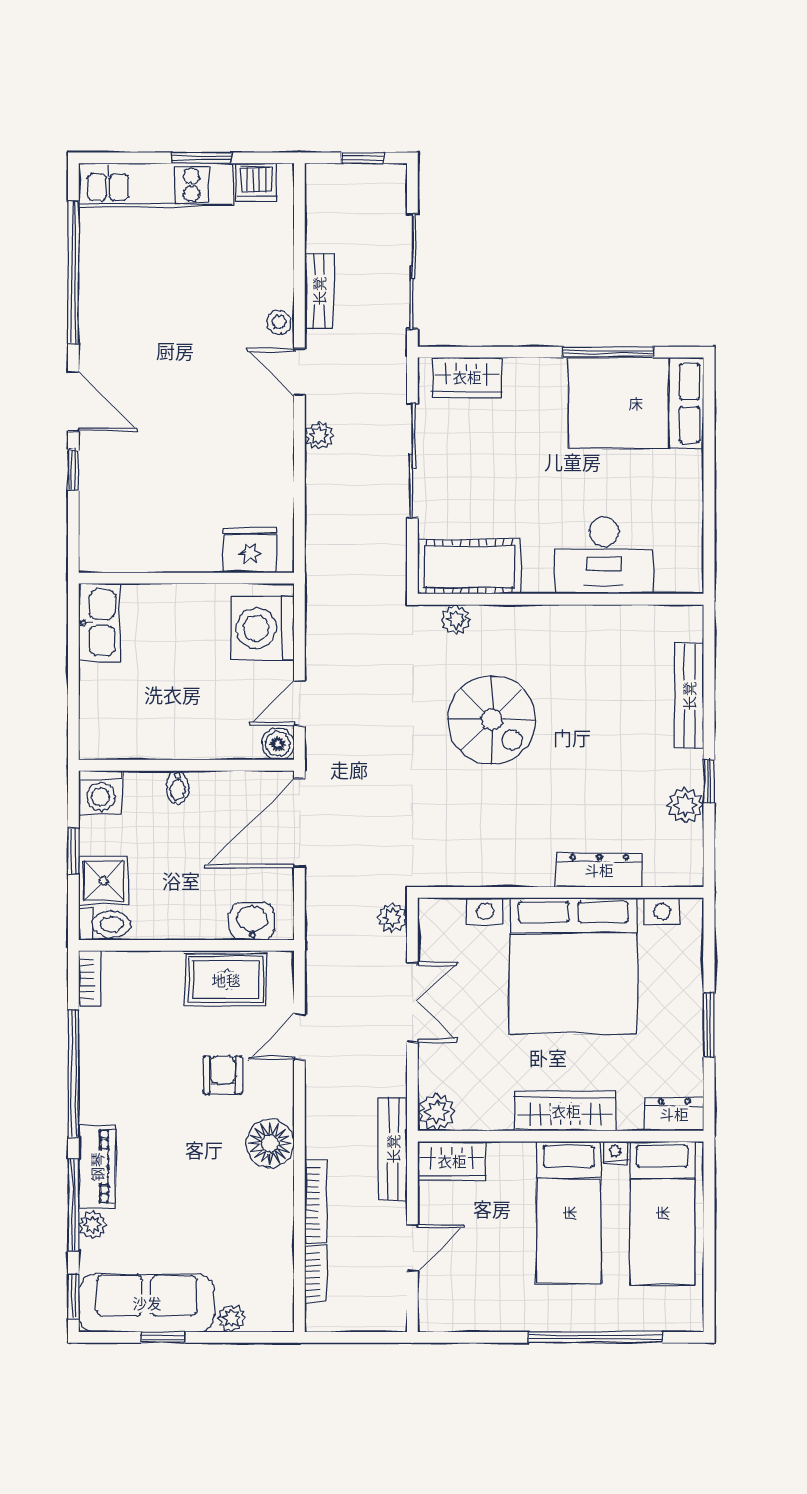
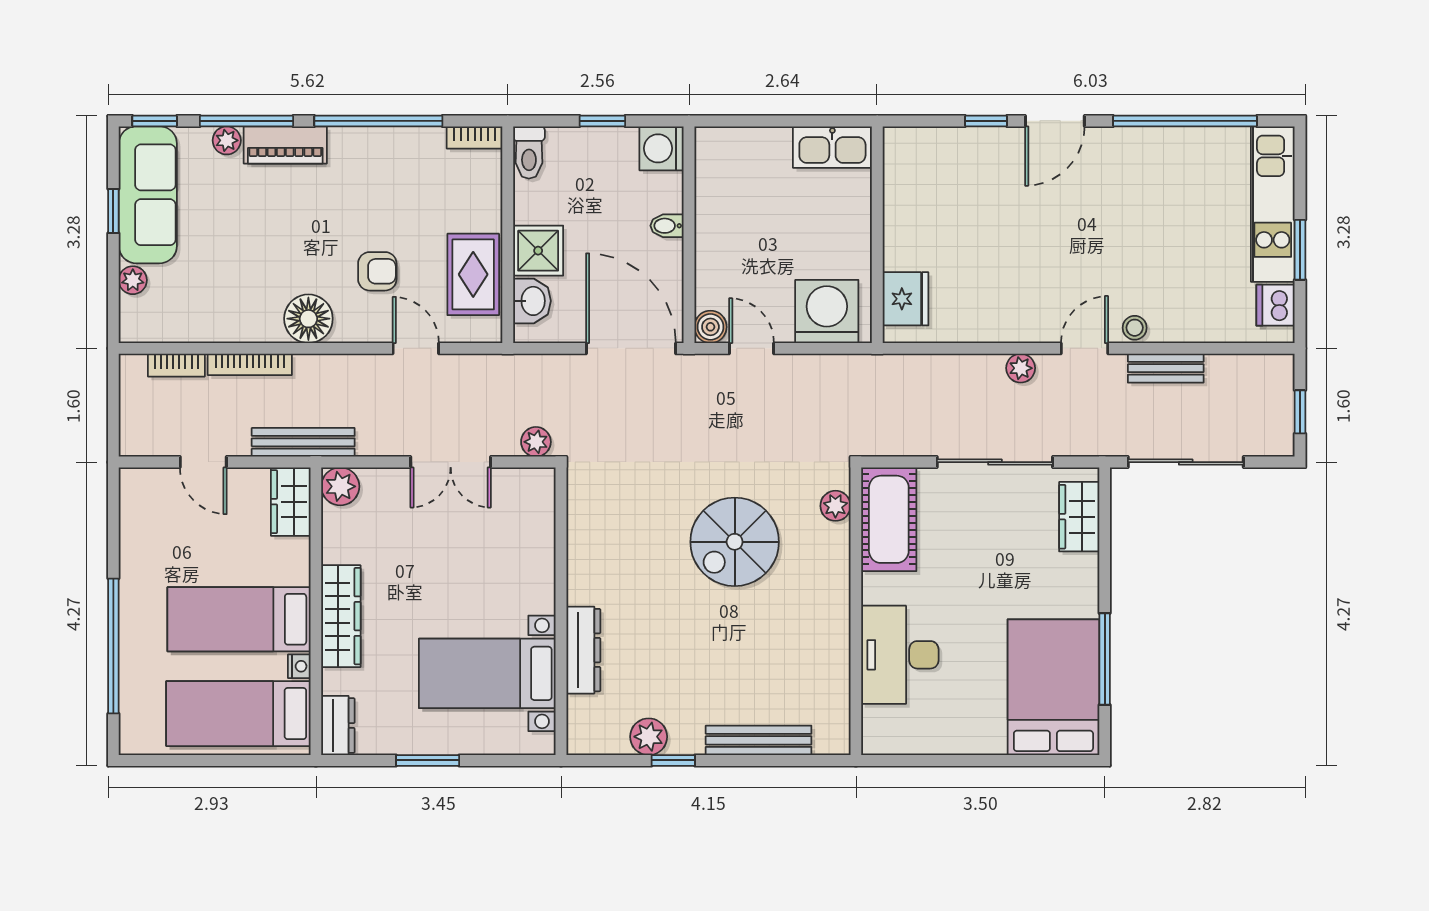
shower: (104, 881) -> (538, 251), moved
bed with nightstands: (573, 966) -> (487, 673), width x0.54

